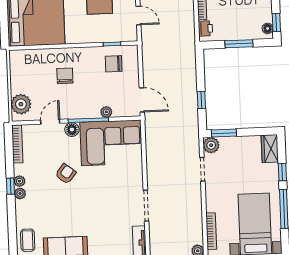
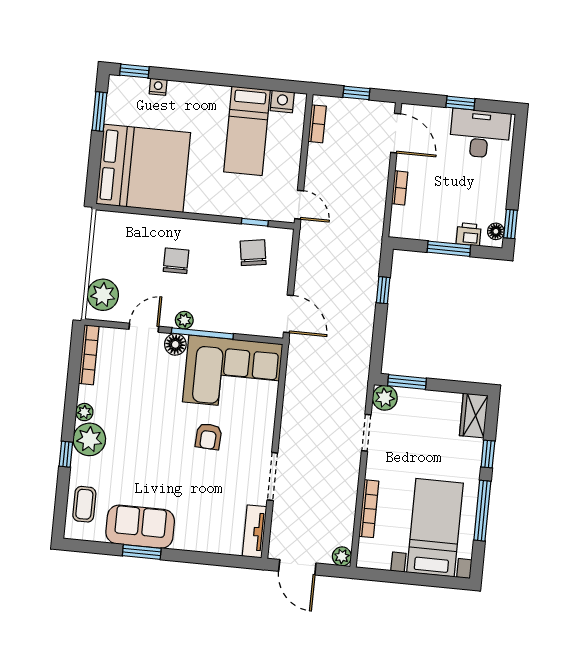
door: (138, 16) -> (299, 205), moved
printer: (205, 28) -> (469, 234), moved, turned -90
chair: (114, 64) -> (253, 253), turned 81
window: (201, 100) -> (383, 290), moved
plant: (106, 112) -> (184, 320), moved
armchair: (66, 174) -> (208, 436), moved, turned 145
window: (10, 186) -> (66, 454), moved
plant: (20, 193) -> (89, 439), width x1.88, depth x1.88
bookcase: (211, 231) -> (369, 509), moved

